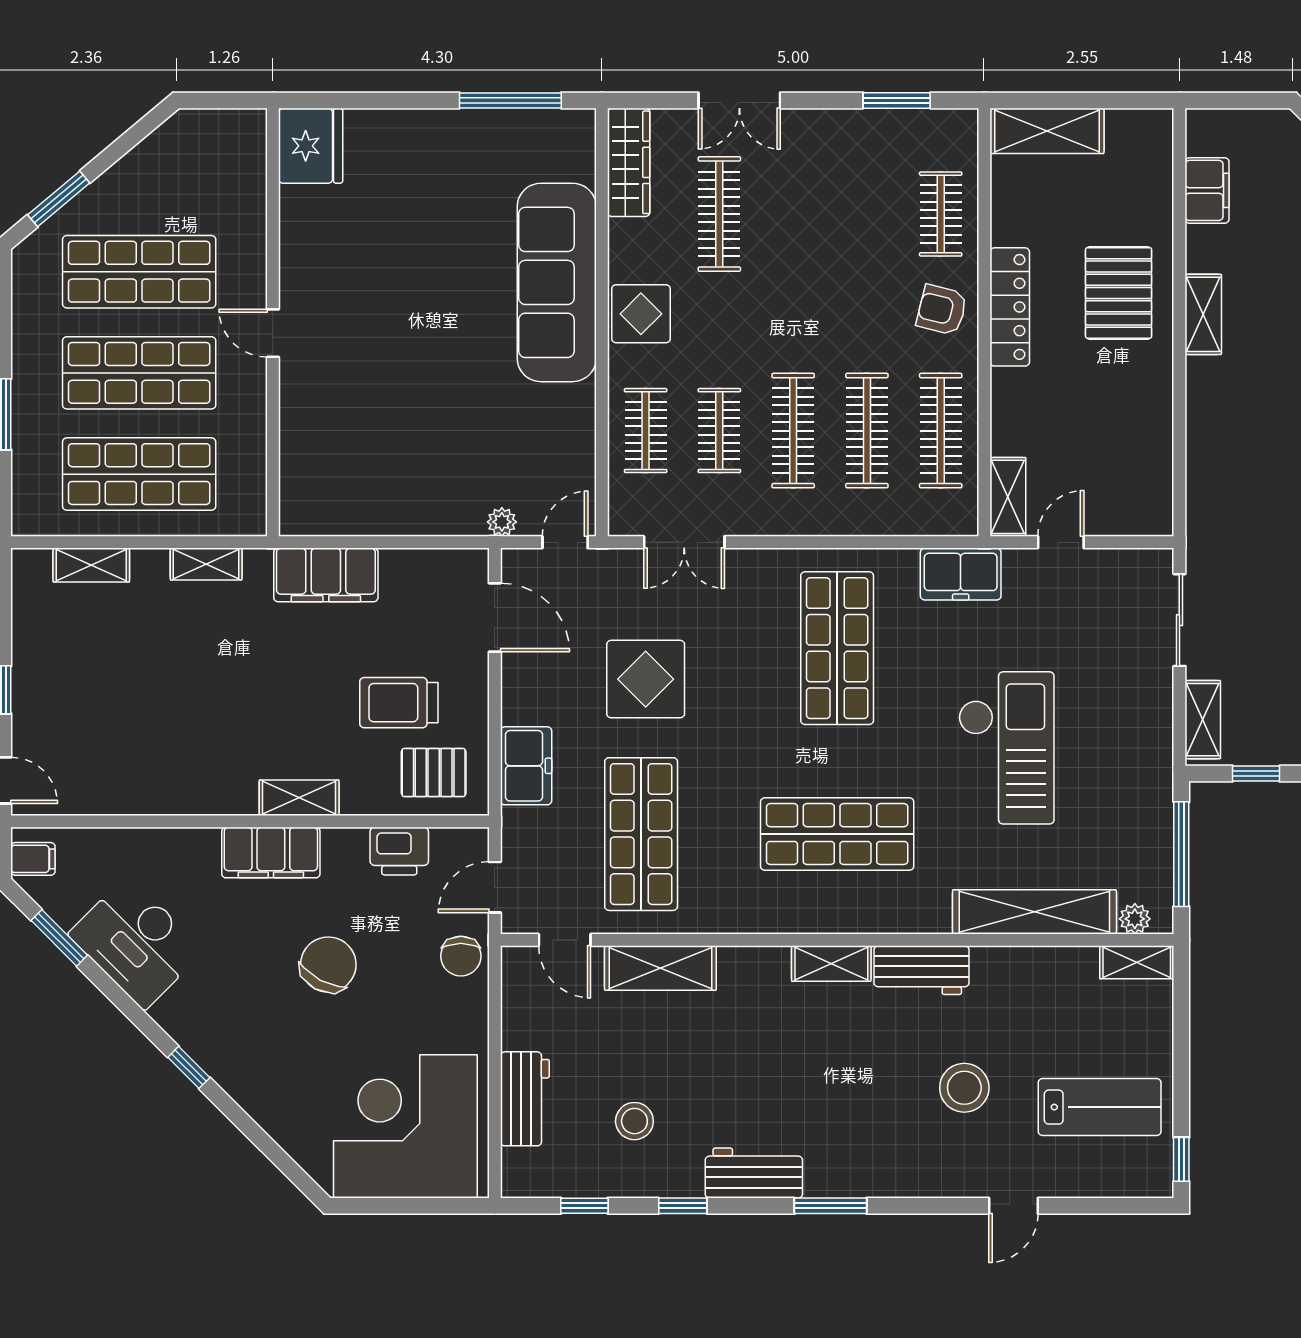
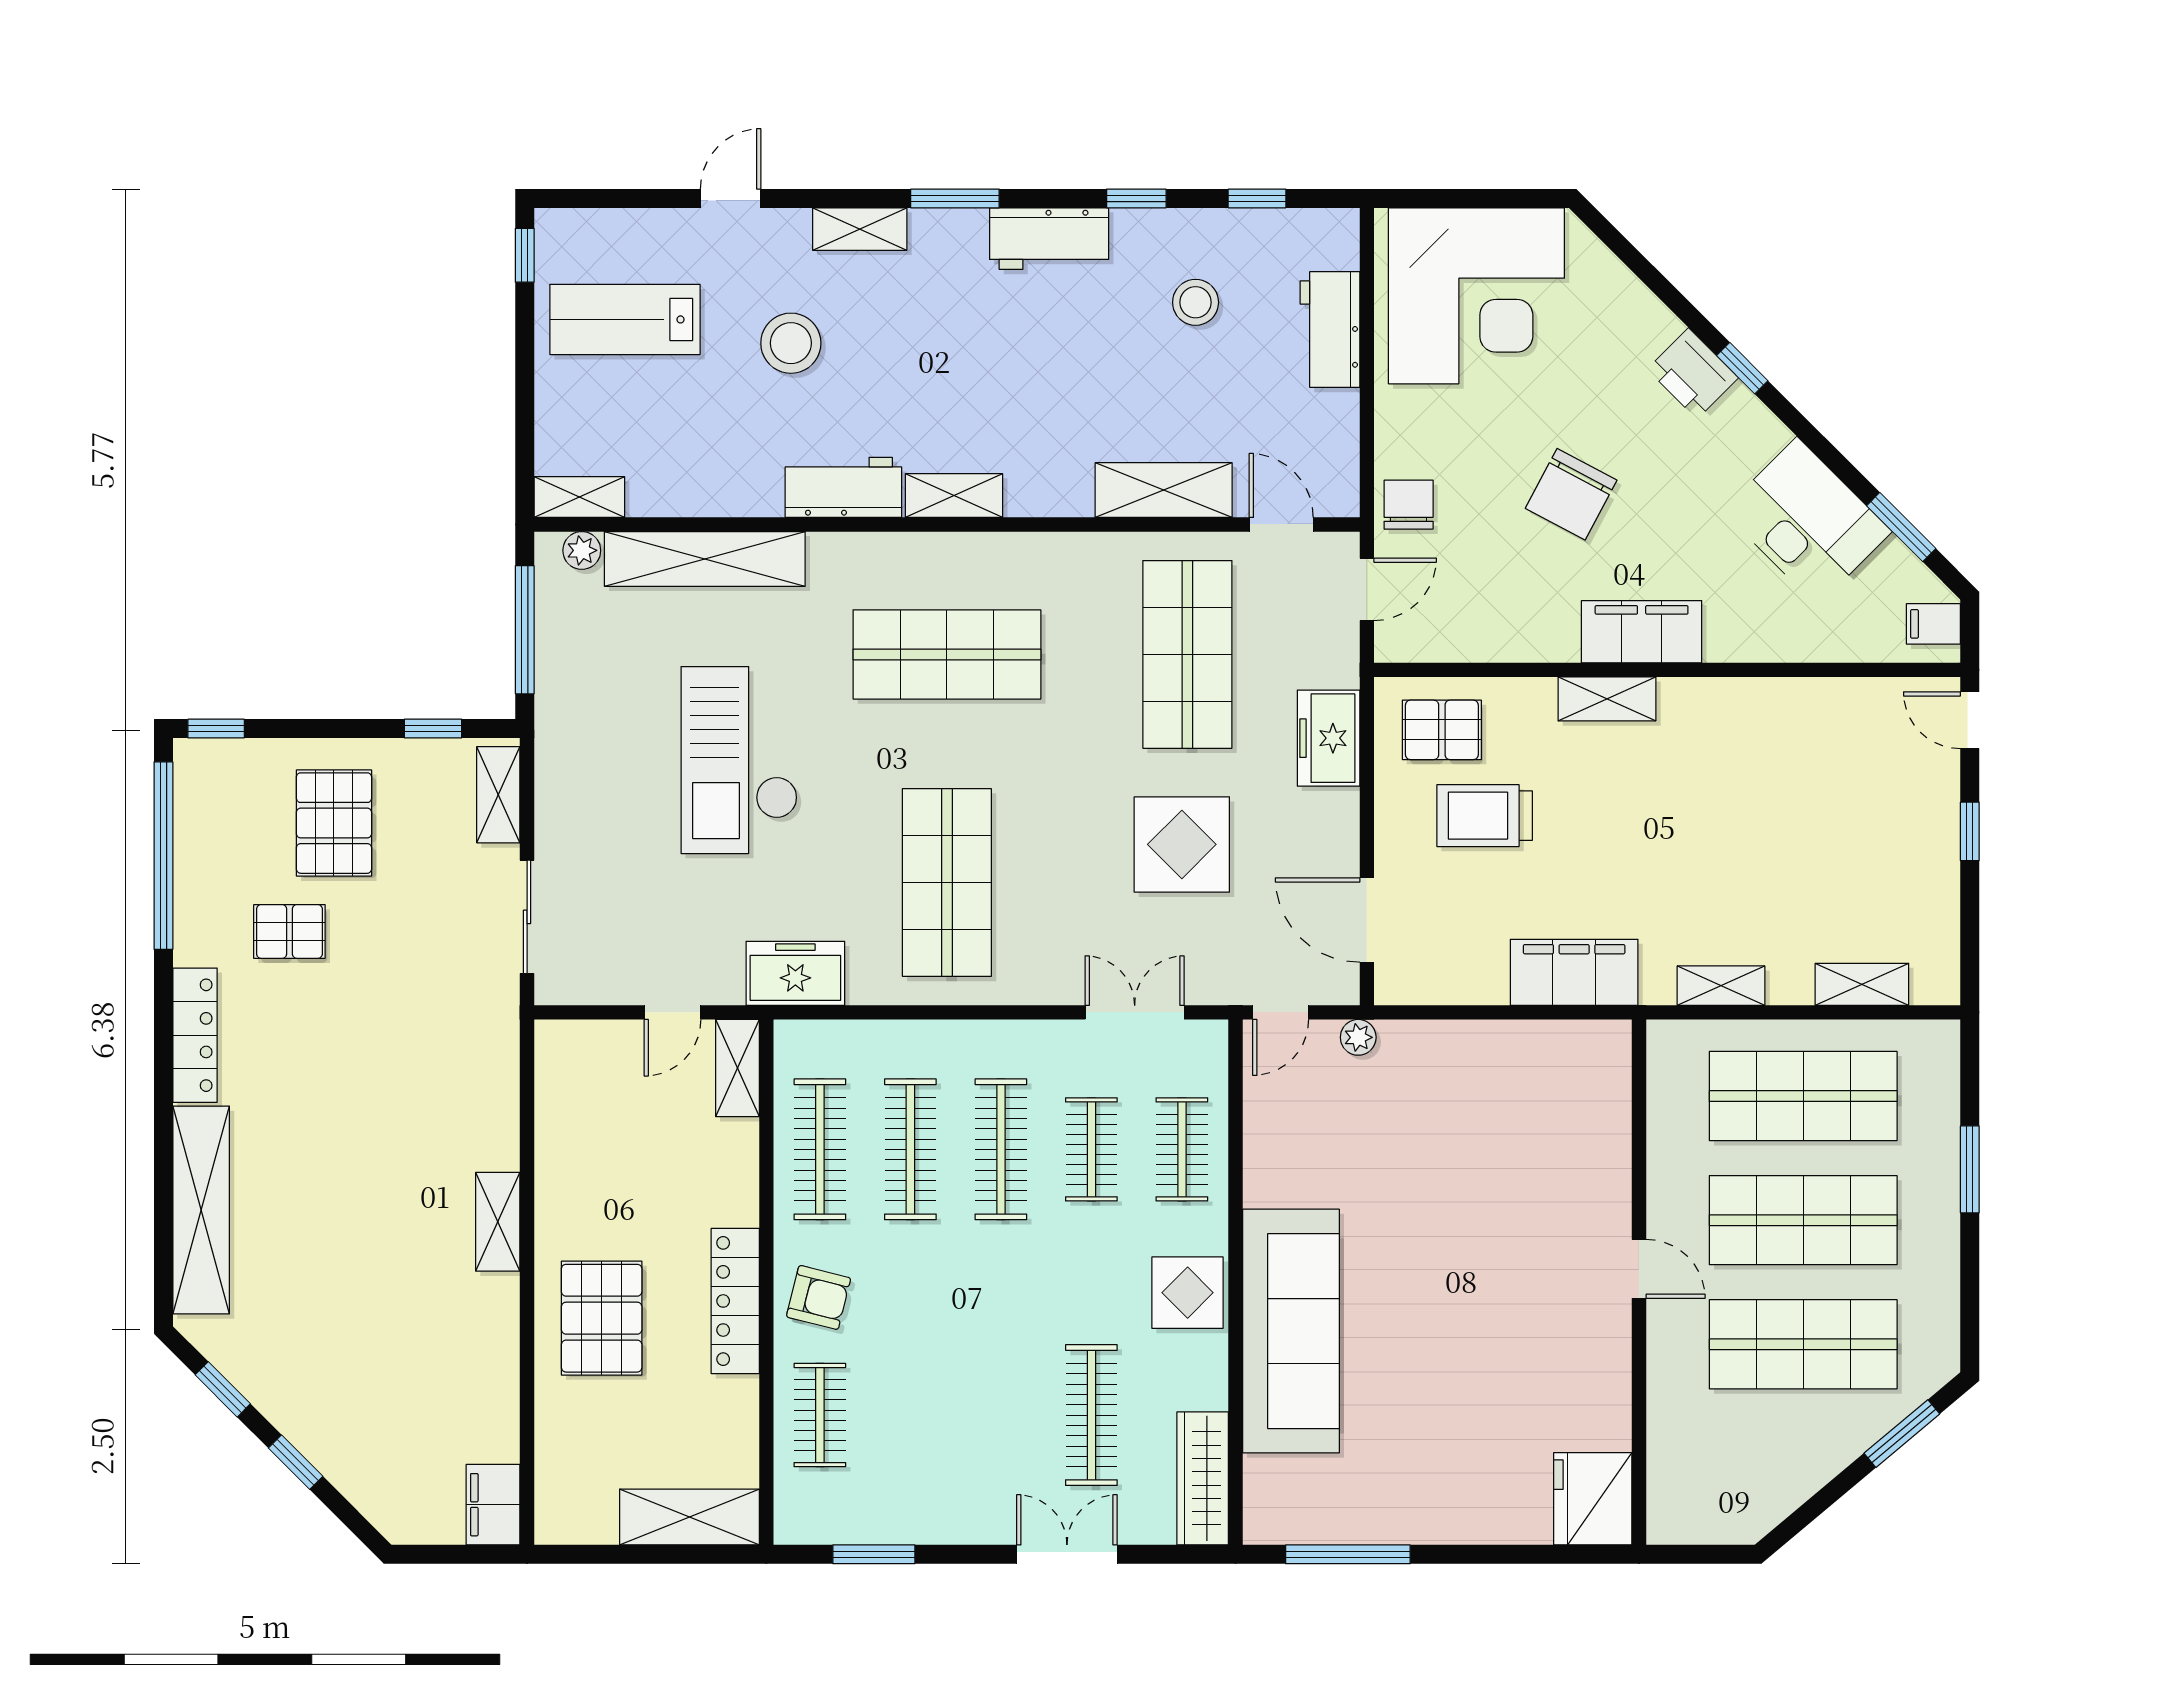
filing cabinet: (1207, 190) -> (493, 1505), moved
shelving: (1203, 314) -> (498, 1222), moved
trolley: (399, 703) -> (1485, 816), turned 180
printer: (399, 851) -> (1693, 374), moved, turned -135
shelving: (908, 1181) -> (860, 229), added

